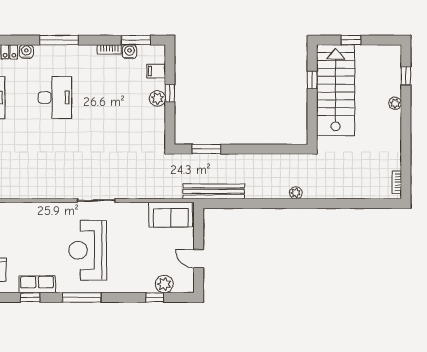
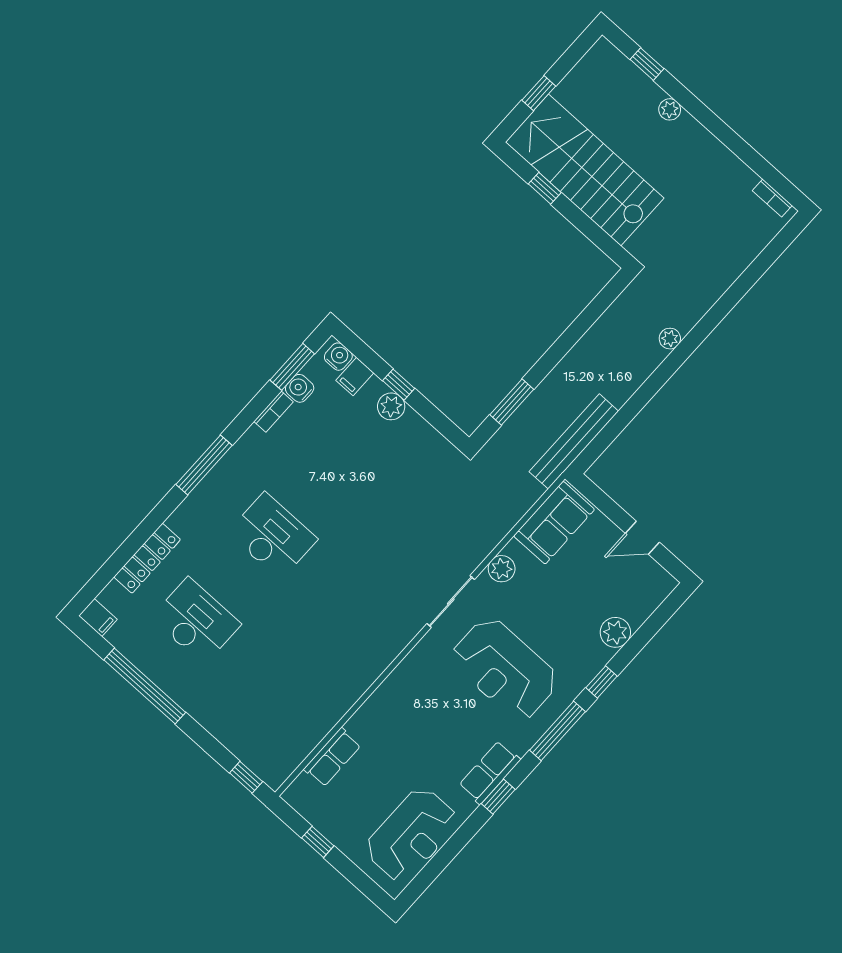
water cooler: (26, 52) -> (338, 357), moved, turned 90
plant: (130, 210) -> (502, 569), added
plant: (164, 284) -> (615, 632), moved
window: (155, 297) -> (601, 682), moved

